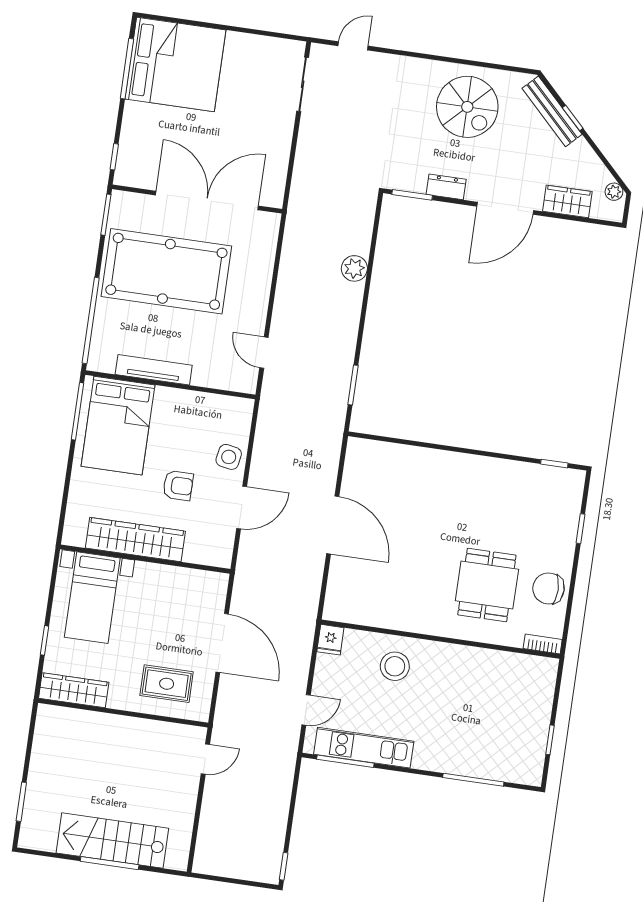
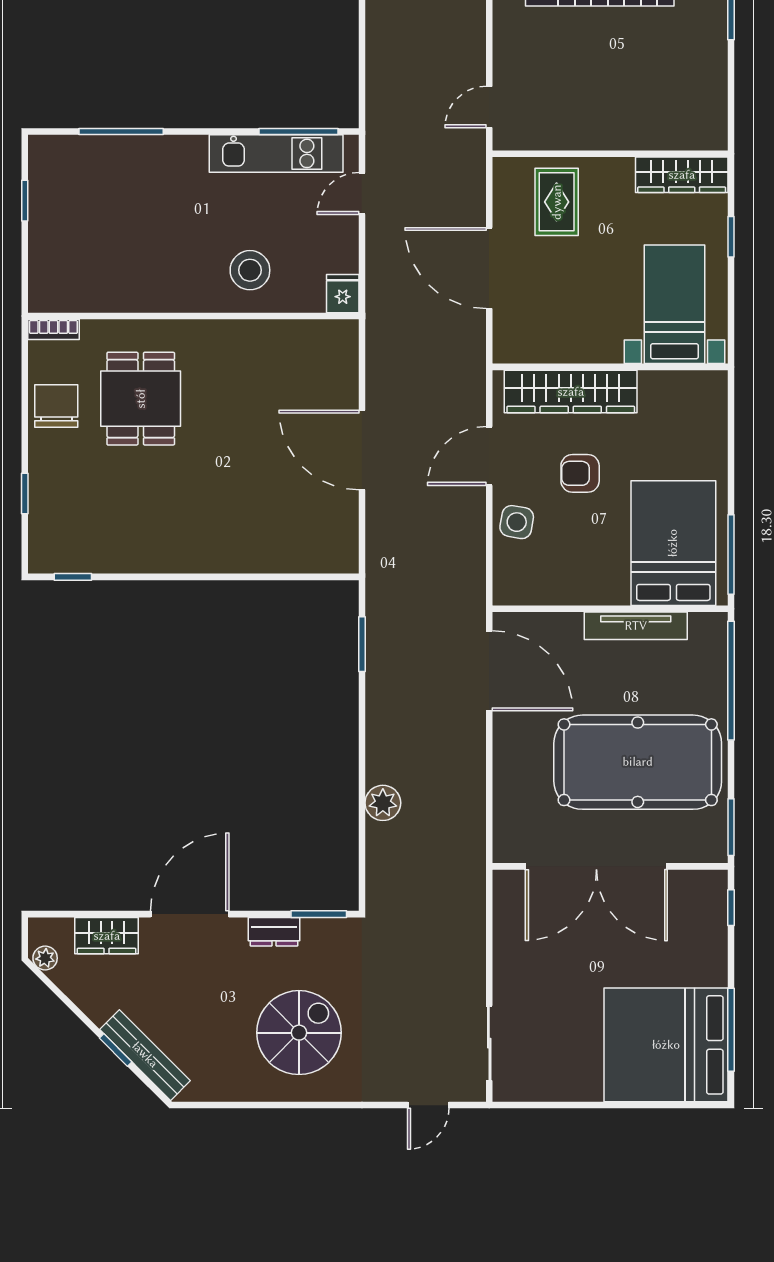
spiral stairs: (467, 107) -> (299, 1033), moved, turned 90
door: (264, 353) -> (489, 671), width x1.88
wardrobe: (135, 540) -> (571, 392), moved
chair: (549, 588) -> (56, 406), turned -90
rug: (167, 684) -> (557, 202), turned 90

